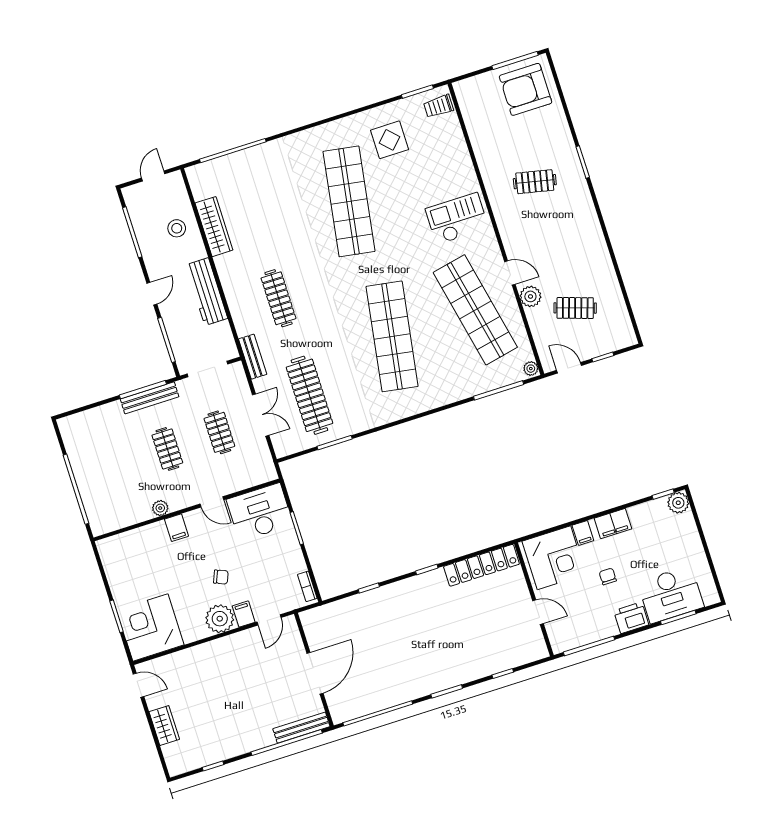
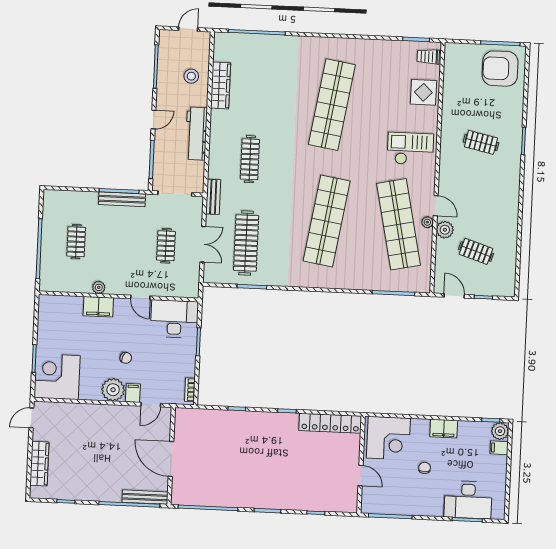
display table: (390, 140) -> (423, 92), moved
plant: (531, 369) -> (427, 222), moved
clothes rail: (167, 449) -> (76, 242), moved
filing cabinet: (177, 528) -> (98, 307), width x2.00
filing cabinet: (583, 533) -> (499, 448), moved, turned 90
printer: (631, 618) -> (431, 506), removed
door: (315, 673) -> (171, 459), swing flipped
door: (139, 685) -> (31, 418), swing flipped
wardrobe: (164, 726) -> (39, 464), width x1.50

